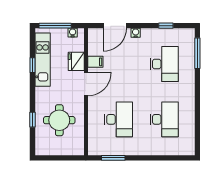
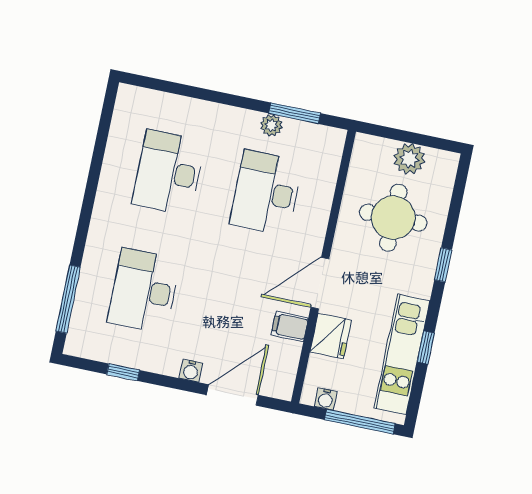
window: (32, 120) -> (443, 265), moved
plant: (58, 148) -> (409, 159), added
plant: (123, 150) -> (271, 125), added

